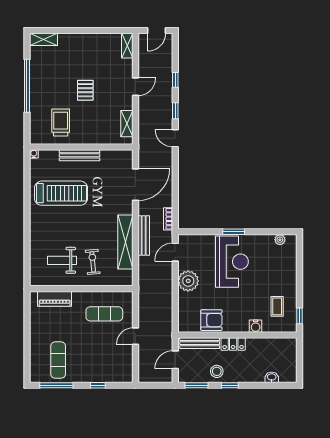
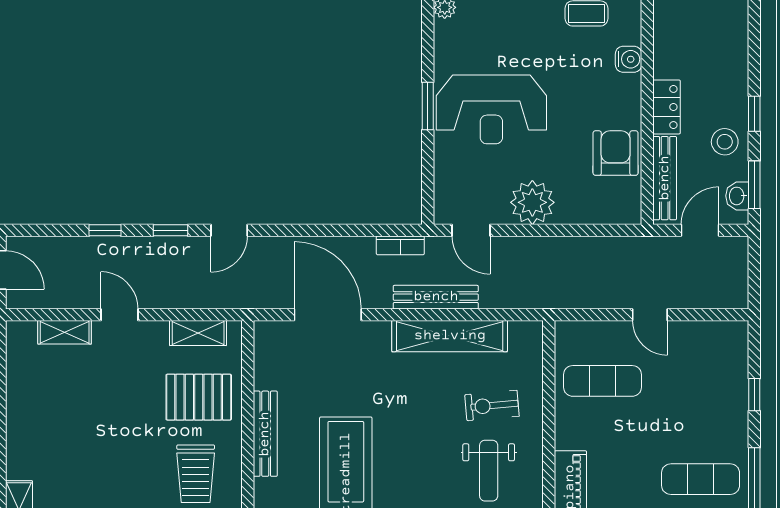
shelving: (127, 46) -> (65, 332), moved
pallet: (85, 90) -> (199, 397), moved, width x1.50, depth x1.42
trolley: (61, 123) -> (196, 474), turned -90
reception desk: (232, 262) -> (491, 109), turned 180
exercise mat: (104, 314) -> (602, 381), turned 90
door: (175, 360) -> (700, 230), swing flipped
washbasin: (272, 377) -> (737, 196), moved

